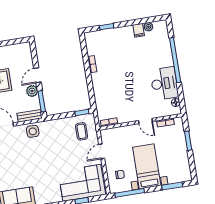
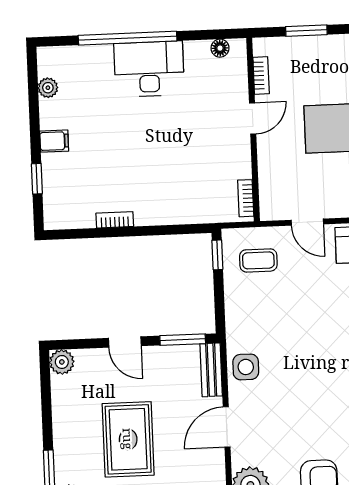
filing cabinet: (139, 30) -> (54, 141), moved
desk: (164, 83) -> (149, 69), moved
plant: (32, 91) -> (62, 362), moved

